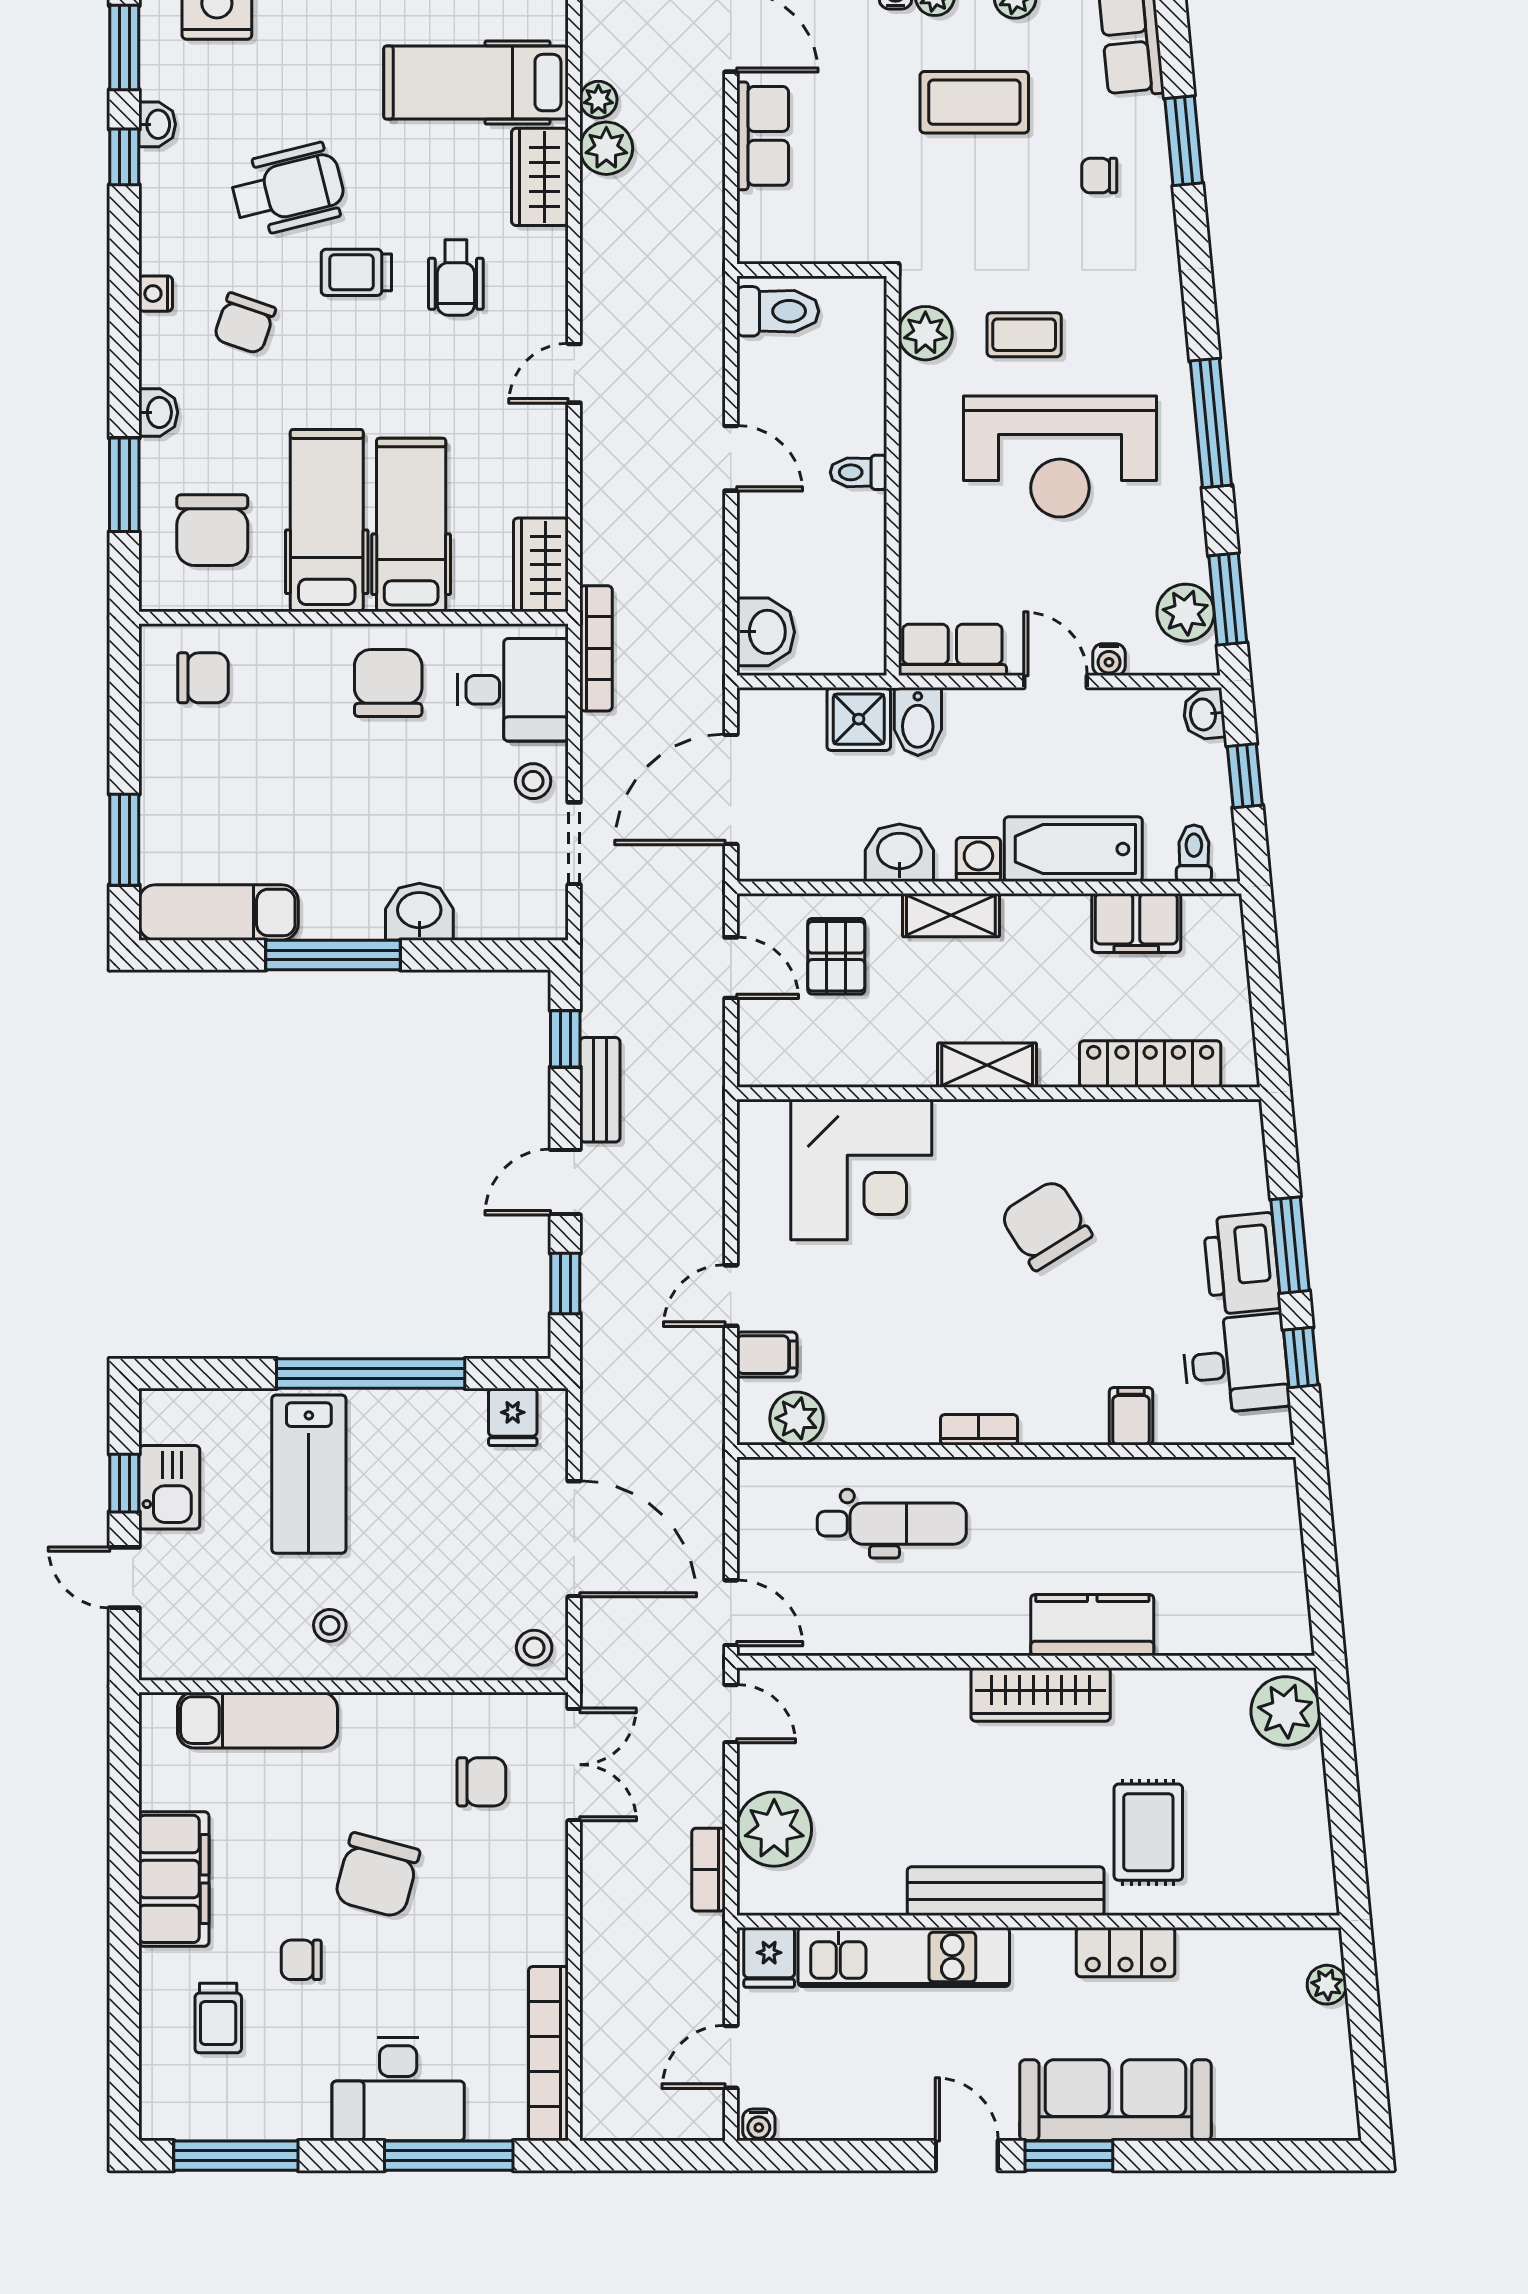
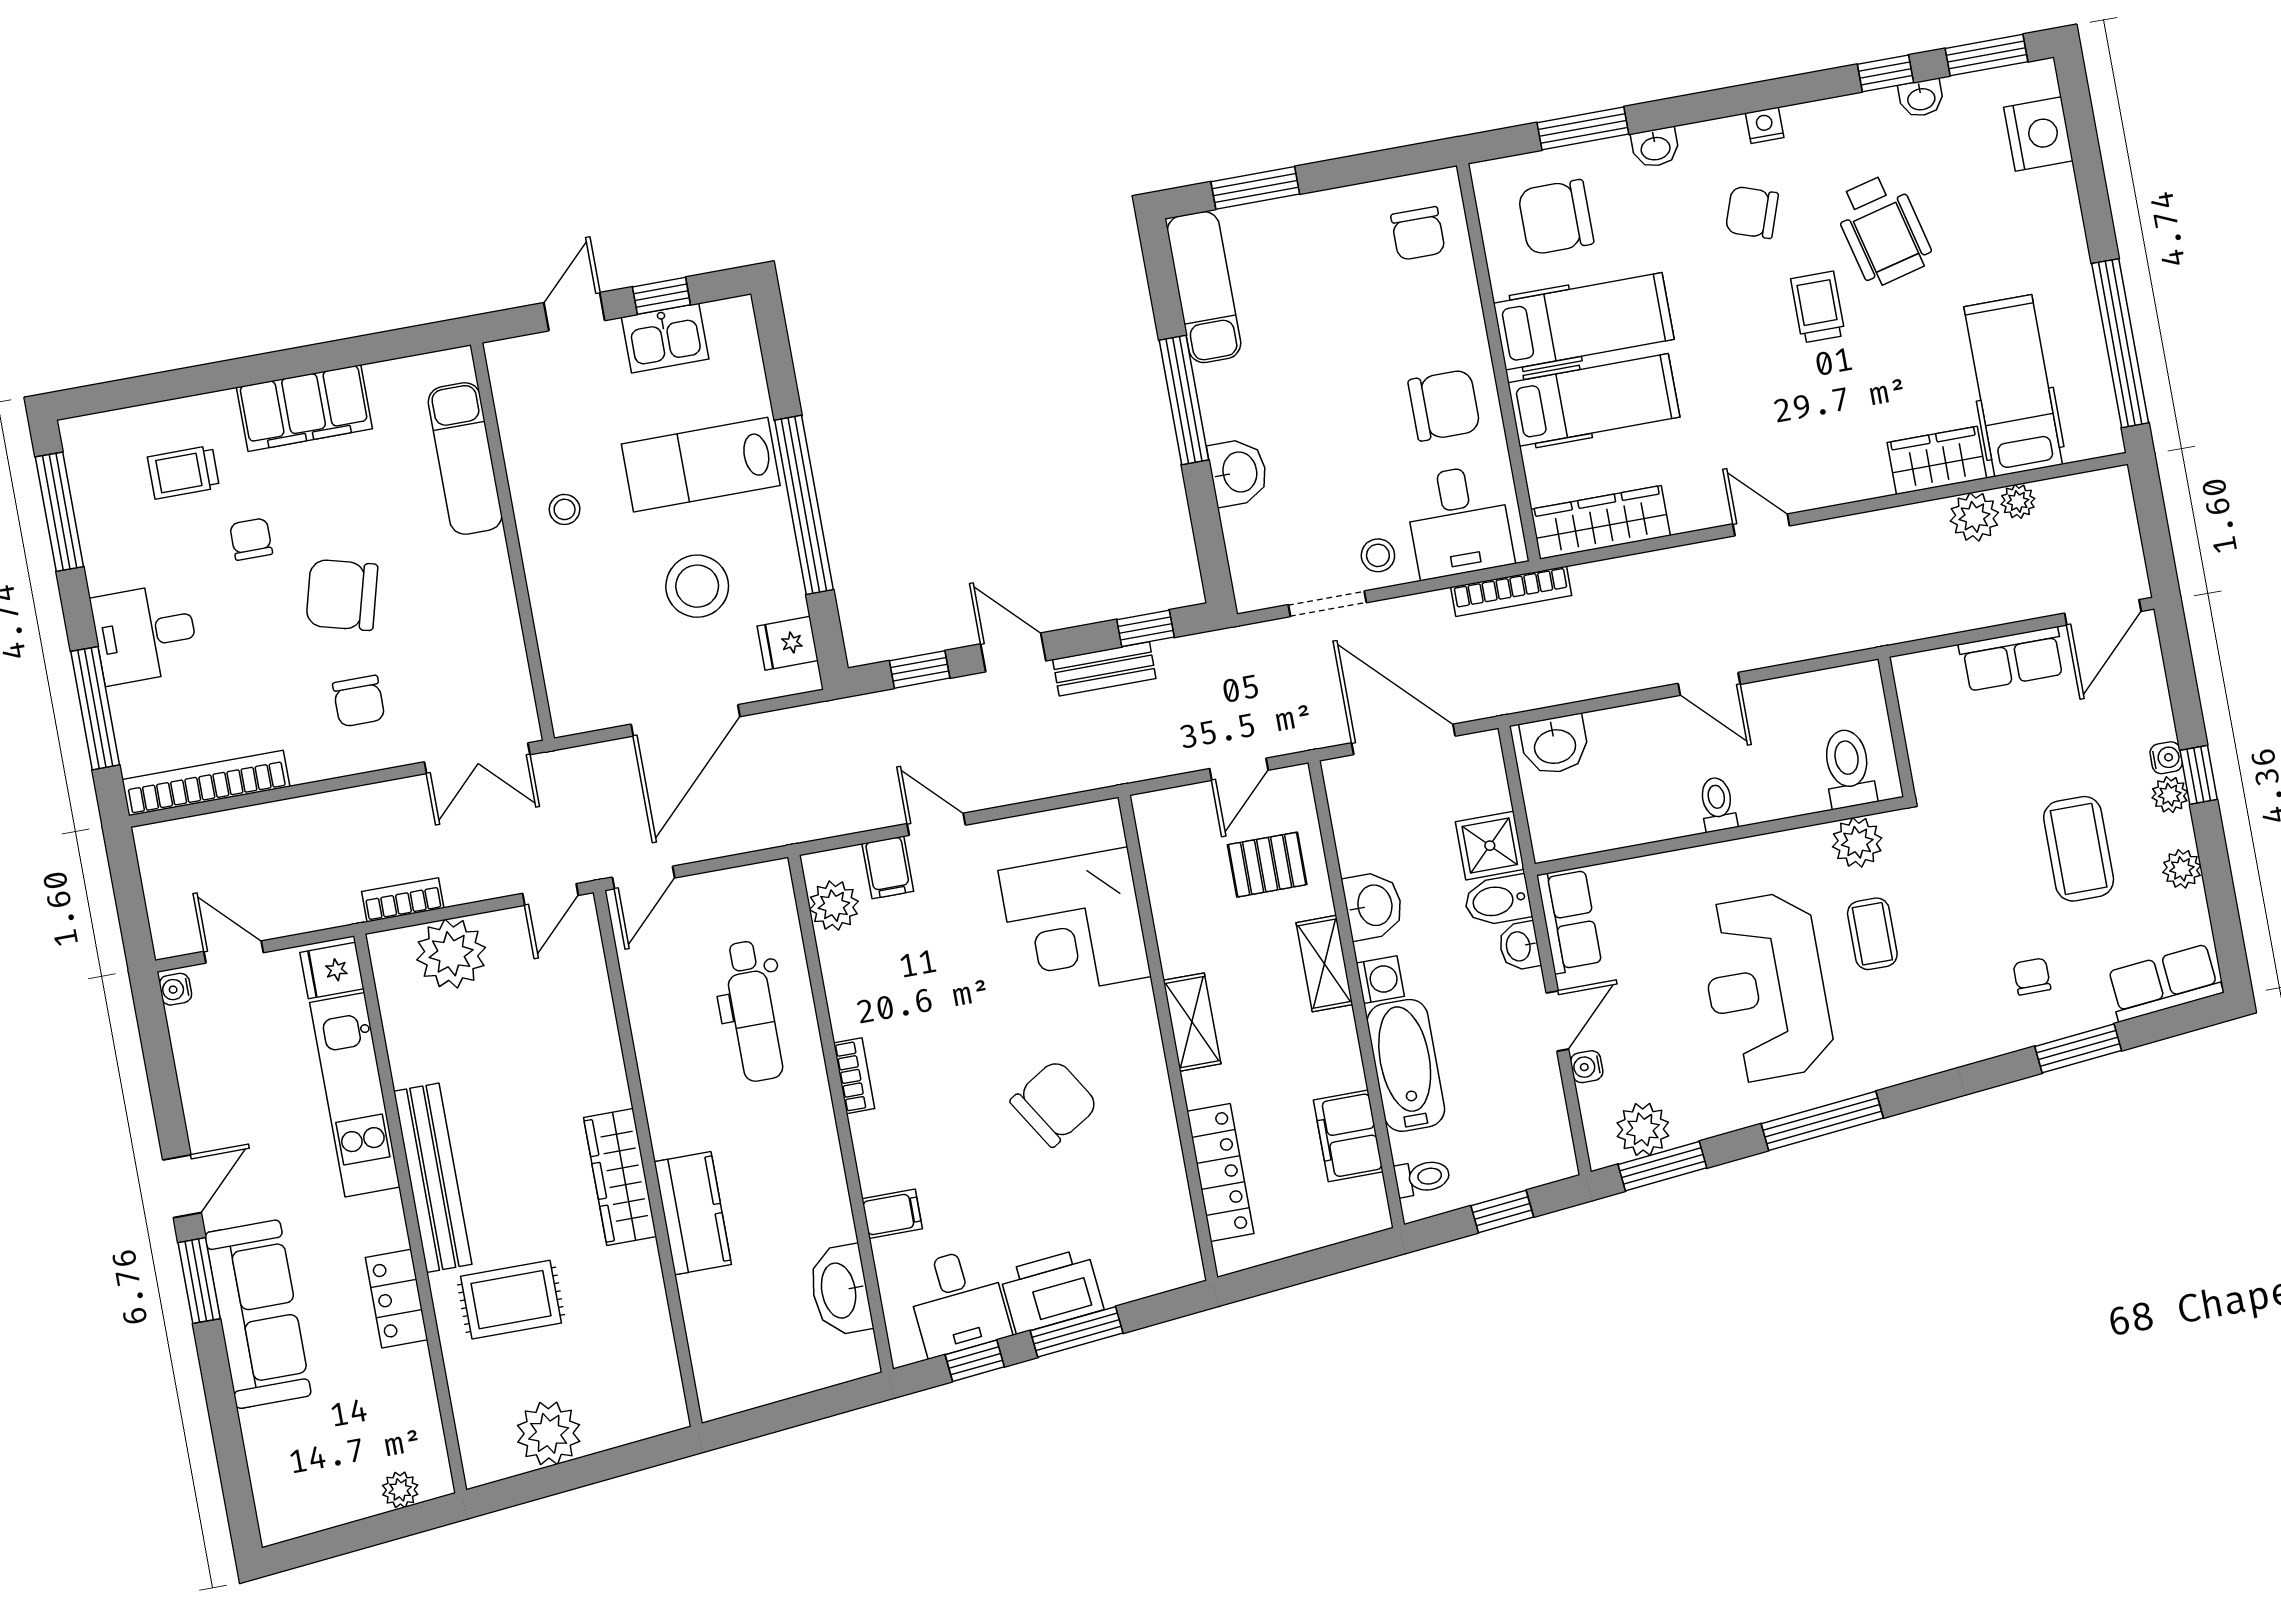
wheelchair: (456, 278) -> (1830, 400), removed
toilet: (778, 311) -> (1848, 768), moved, turned 180
door: (731, 458) -> (1709, 684), hinge flipped
wardrobe: (541, 565) -> (1601, 522), width x1.50
washbasin: (1204, 714) -> (1519, 946), moved, turned -84
washbasin: (1201, 1485) -> (840, 1290), added
stool: (534, 1648) -> (697, 586), moved, width x1.89, depth x1.89
plant: (1285, 1711) -> (549, 1433), moved
chair: (481, 1782) -> (359, 701), moved
desk: (398, 2089) -> (145, 634), width x0.73

